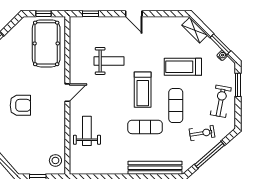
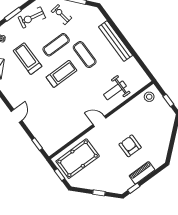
weight bench: (109, 61) -> (59, 109), removed
treadmill: (183, 67) -> (28, 59), turned 180
bench: (155, 168) -> (116, 41), moved

